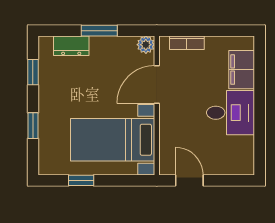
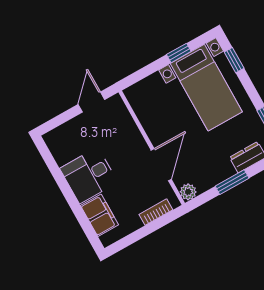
window: (33, 126) -> (234, 60), moved
bed with nightstands: (113, 140) -> (206, 88), moved, turned 90
door: (189, 180) -> (91, 102), swing flipped

